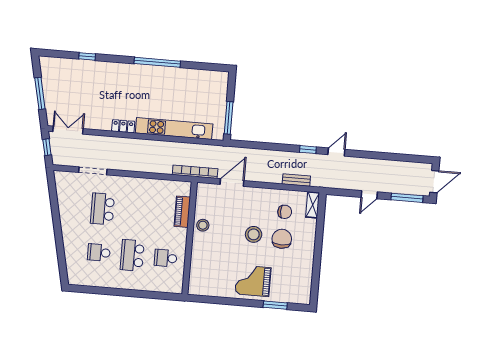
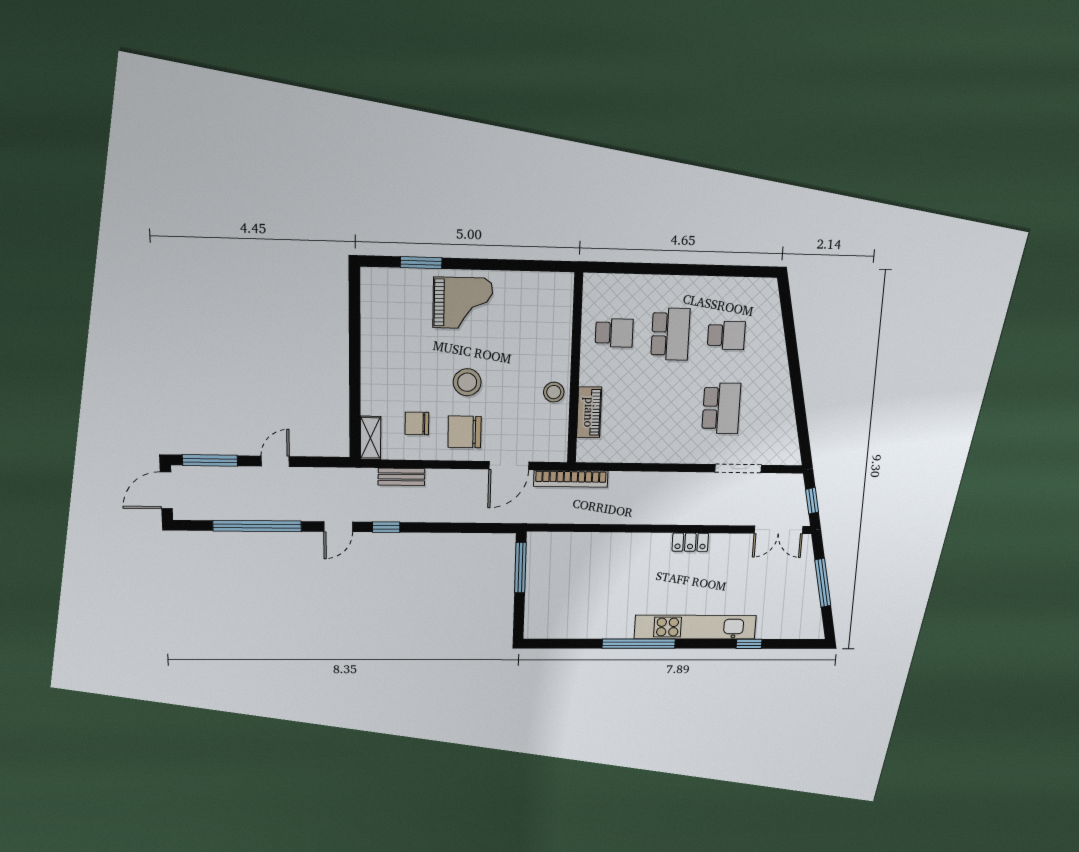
kitchen unit: (174, 129) -> (695, 627), moved, turned 180
window: (384, 156) -> (257, 526), added
chair: (282, 239) -> (464, 432), moved, turned 90

